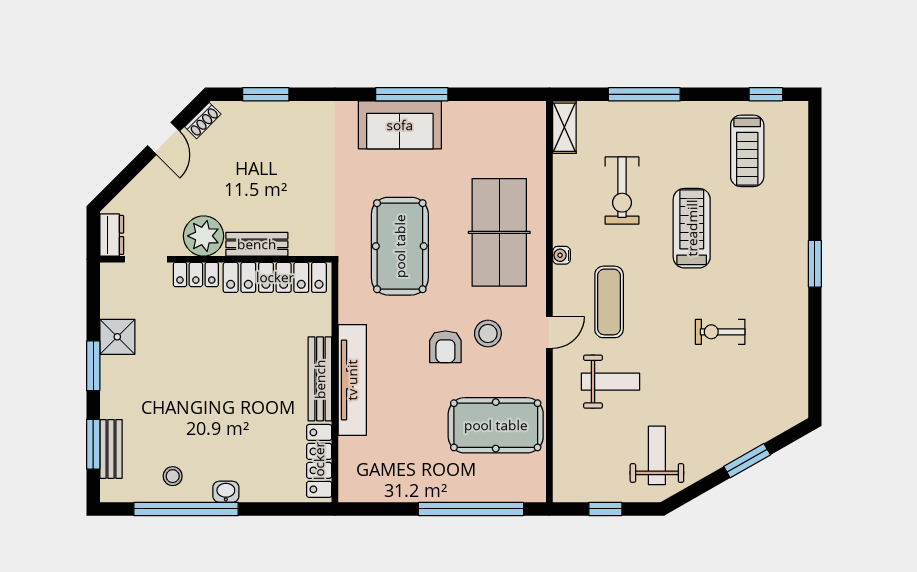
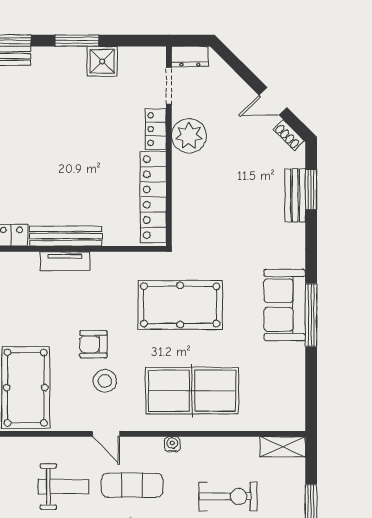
exercise bike: (622, 191) -> (228, 496), turned 180
bench: (257, 244) -> (295, 195), moved
tv unit: (352, 380) -> (65, 261), width x0.52, depth x0.78
weight bench: (610, 382) -> (63, 487), turned -90

